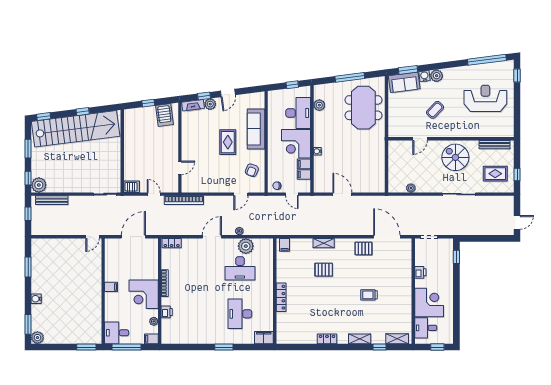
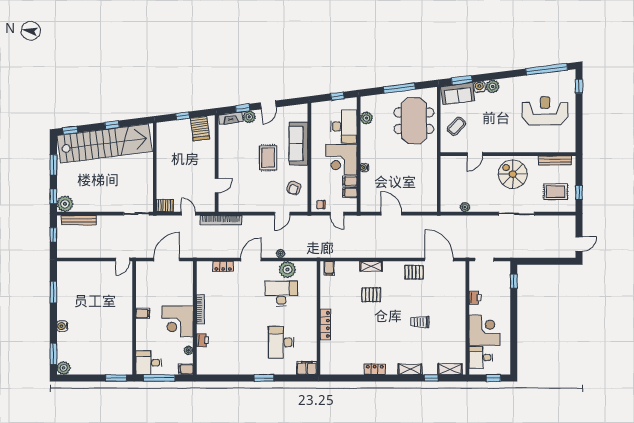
coffee table: (435, 110) -> (456, 126), moved
locker: (172, 243) -> (223, 266), moved
desk: (240, 268) -> (281, 293), turned 180

